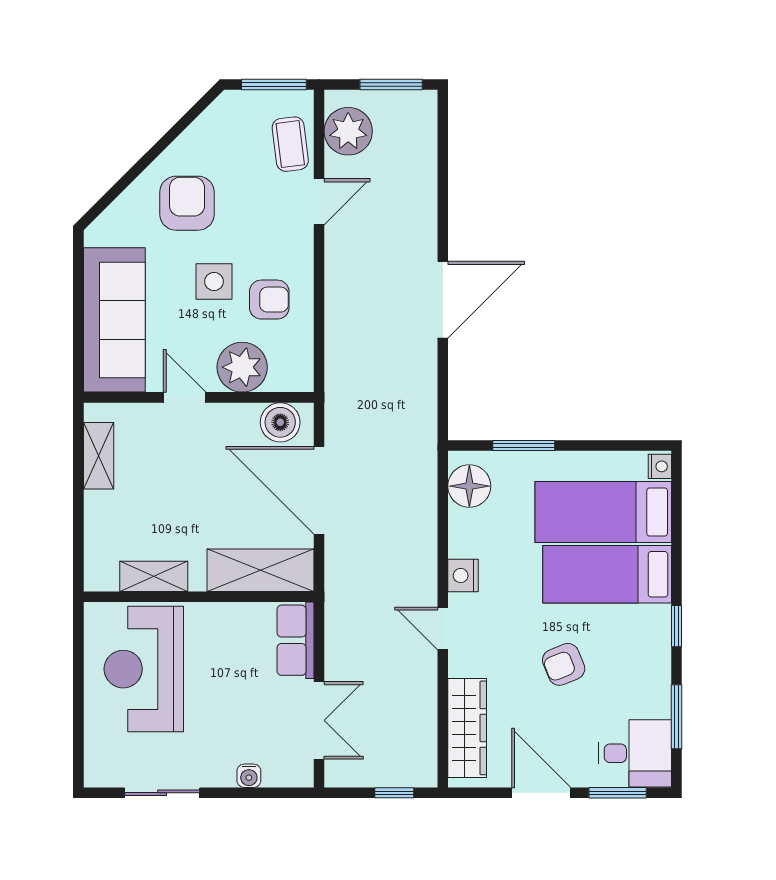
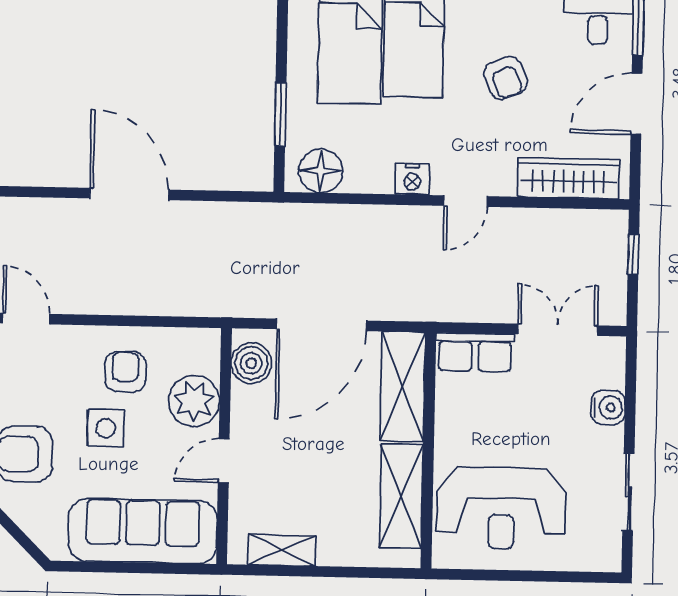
shelving: (154, 576) -> (401, 496), width x1.50, depth x1.33
water cooler: (249, 776) -> (608, 407), width x1.38, depth x1.38

